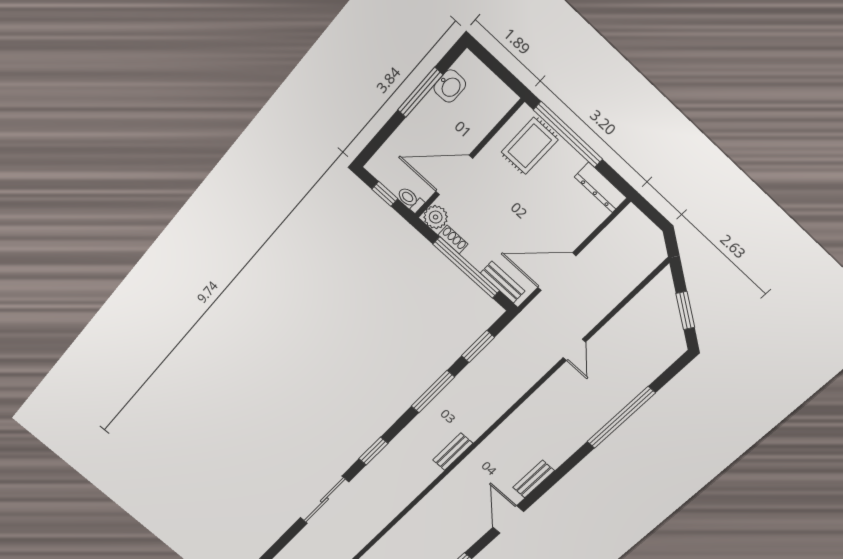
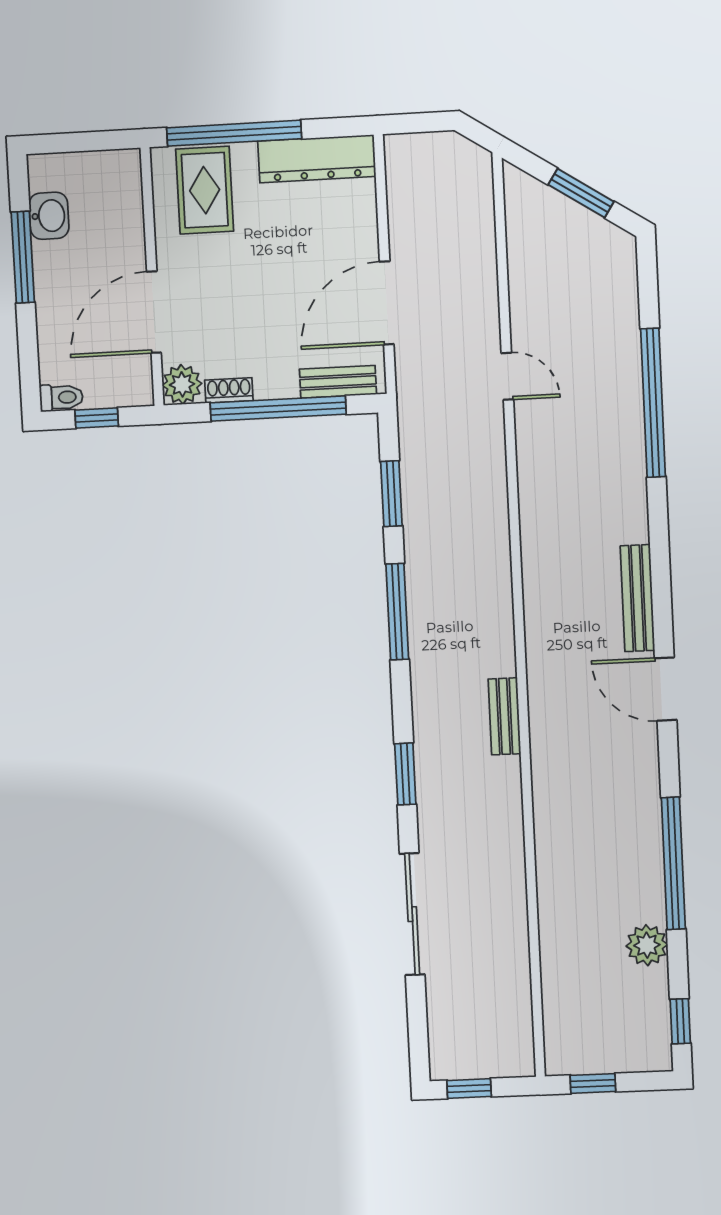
dresser: (601, 187) -> (317, 159), width x1.37, depth x1.24
toilet: (410, 199) -> (61, 397), moved, turned 180
bench: (453, 452) -> (504, 716), moved
bench: (534, 479) -> (638, 598), width x1.36

